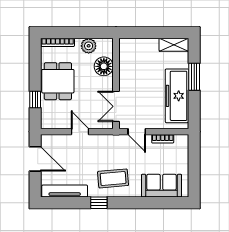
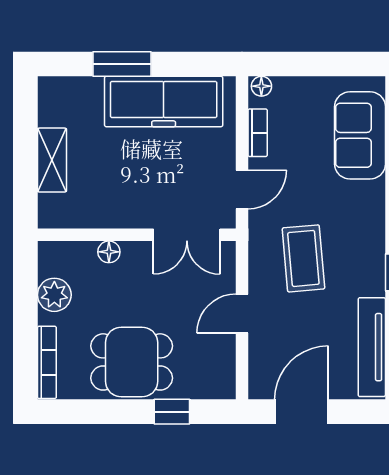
shelving: (174, 45) -> (52, 160), moved
floor lamp: (104, 66) -> (109, 252), width x0.53, depth x0.53
floor lamp: (184, 141) -> (261, 86), added
coffee table: (113, 178) -> (303, 258), moved

